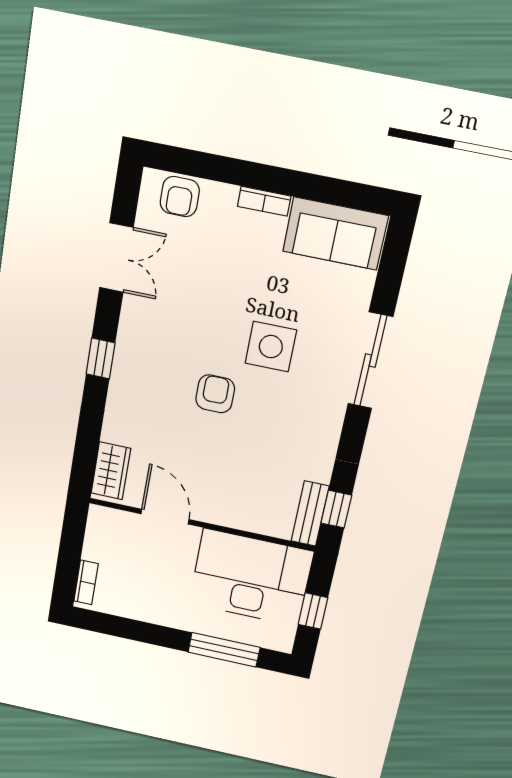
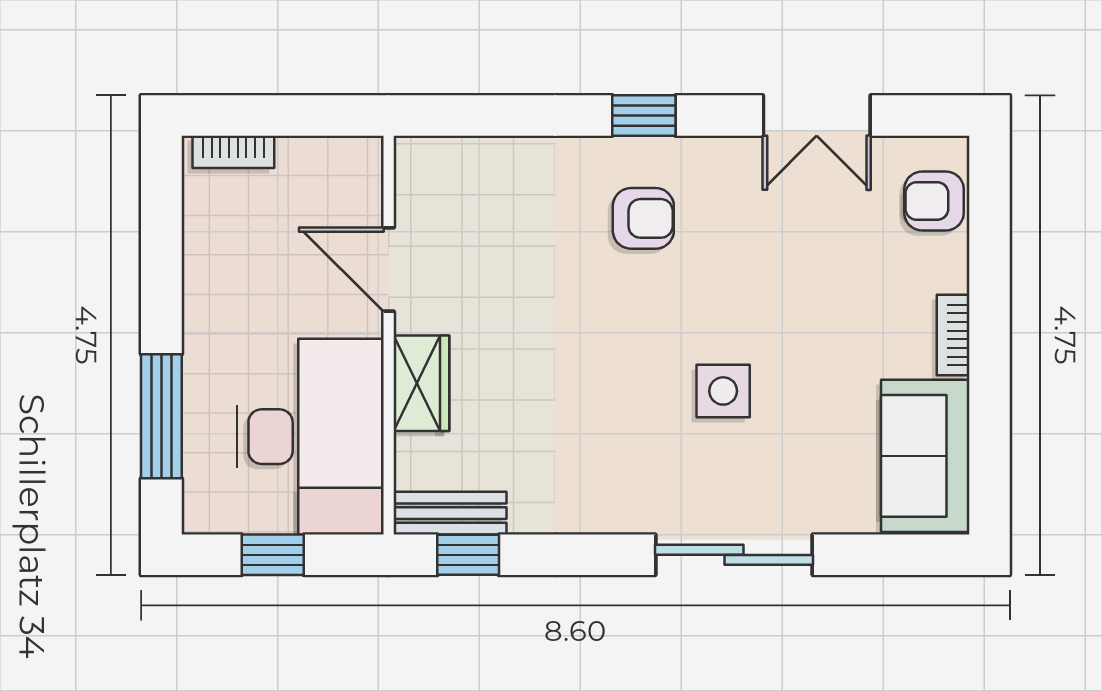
side table: (271, 347) -> (723, 391), width x0.73, depth x0.73
armchair: (215, 394) -> (643, 218), moved
wardrobe: (111, 471) -> (421, 383), moved, turned -90
door: (165, 517) -> (389, 269), swing flipped

